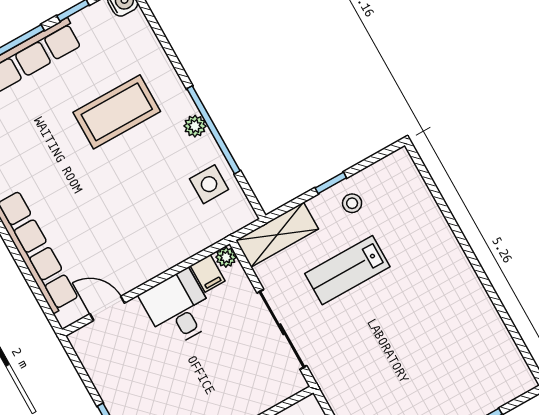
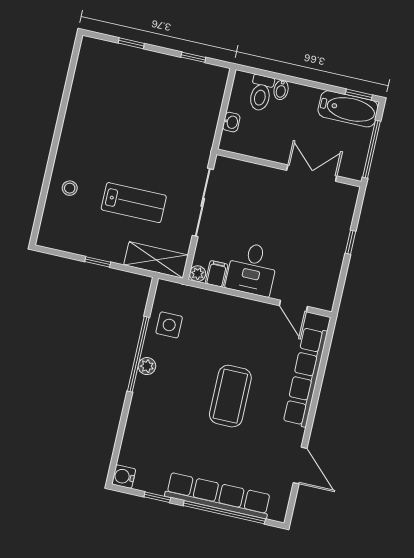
coffee table: (117, 112) -> (230, 396), moved, turned 90
stool: (352, 203) -> (70, 188), moved

